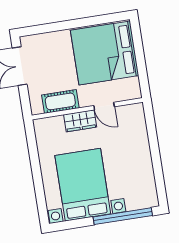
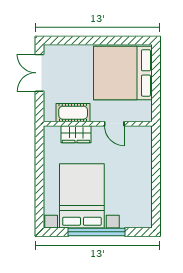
wardrobe: (80, 121) -> (76, 134), moved
window: (123, 216) -> (96, 232), moved

